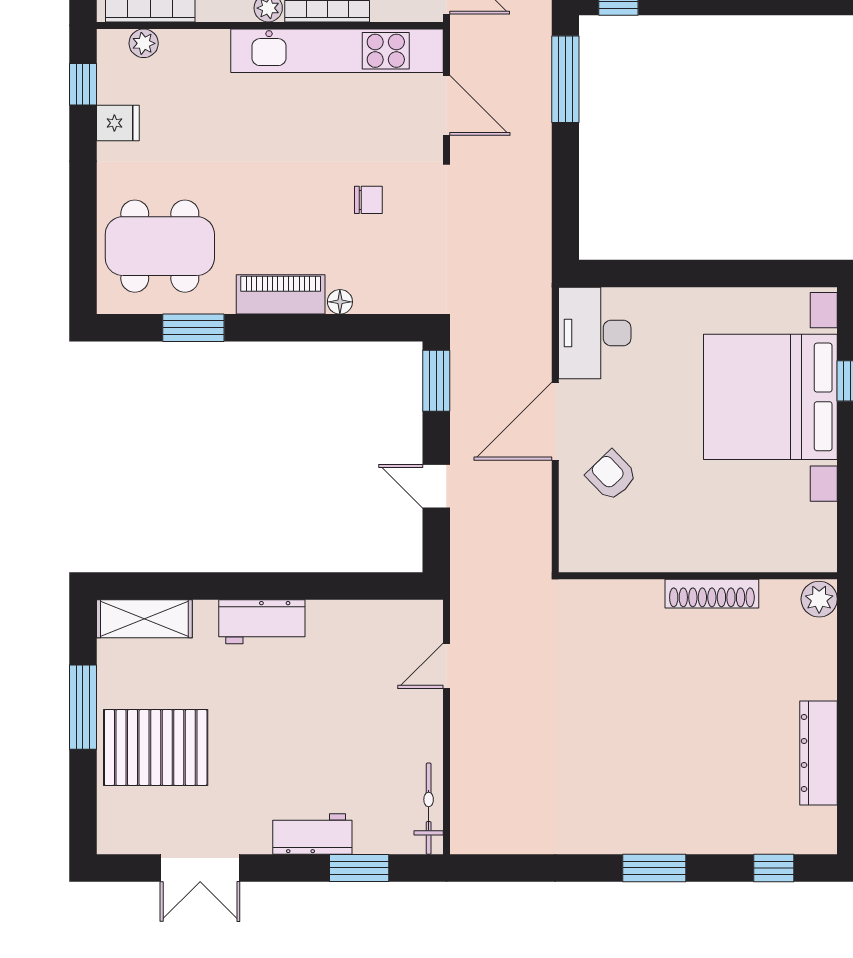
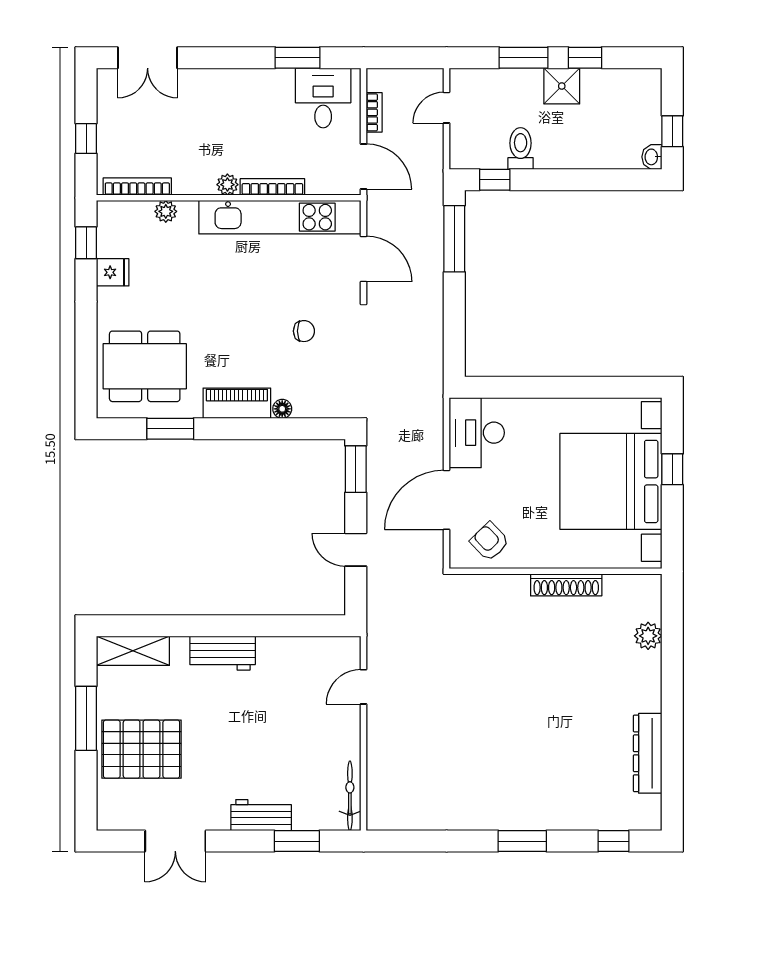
plant: (144, 43) -> (166, 211), moved
wall: (698, 576) -> (556, 571), moved
shoe rack: (712, 594) -> (566, 585), moved

